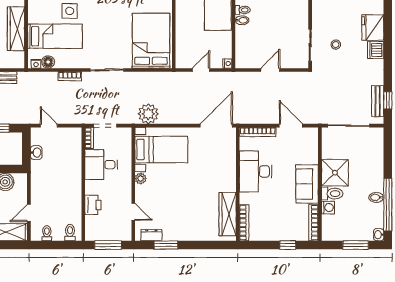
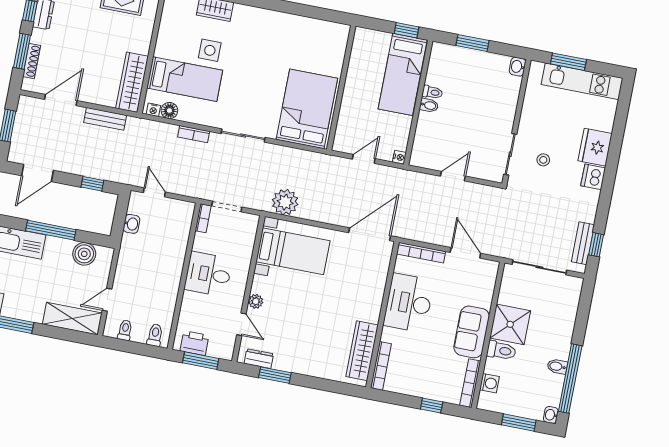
wardrobe: (16, 29) -> (132, 82), moved
desk: (101, 165) -> (208, 274), moved
plant: (141, 179) -> (256, 301), moved
printer: (93, 205) -> (195, 343), moved, turned -90
washing machine: (328, 208) -> (490, 383), moved

